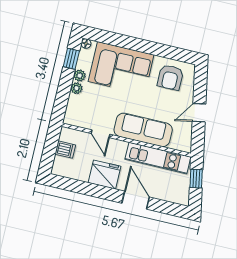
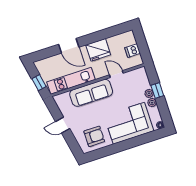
window: (71, 59) -> (157, 90), moved
armchair: (170, 77) -> (94, 136), turned 90
door: (199, 113) -> (63, 125), swing flipped

